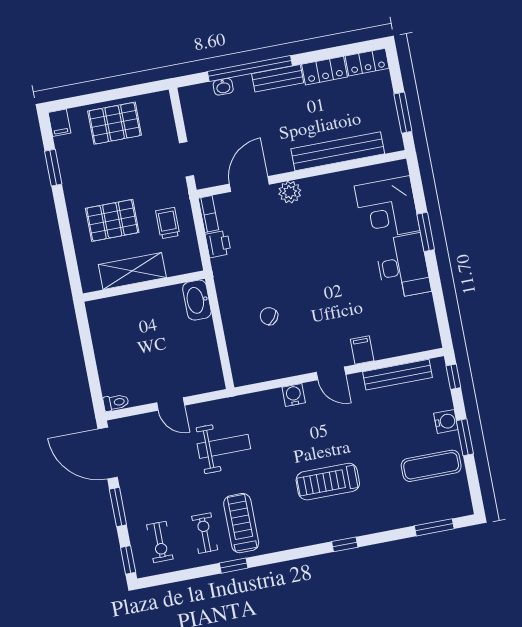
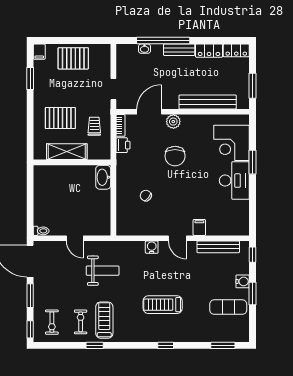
chair: (303, 246) -> (175, 156), added

